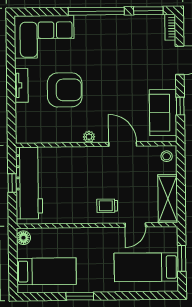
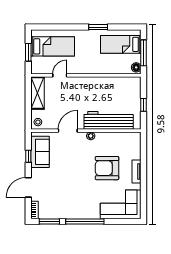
door: (123, 144) -> (68, 131), swing flipped
workbench: (29, 183) -> (109, 120), moved, turned 90
trolley: (107, 206) -> (79, 89), removed
window: (13, 259) -> (144, 53), added

